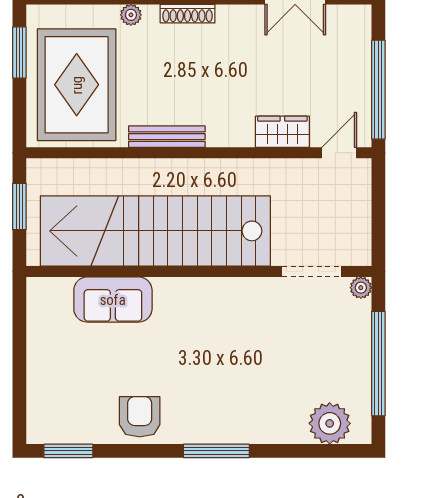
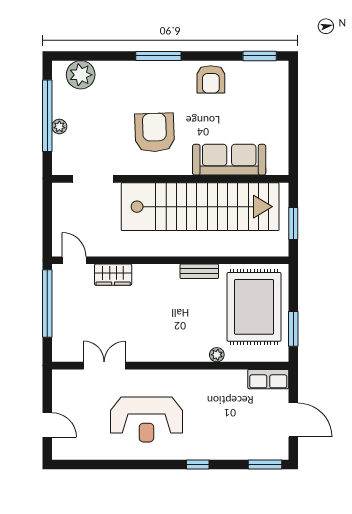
shoe rack: (188, 14) -> (178, 356), removed
bench: (167, 137) -> (199, 271), width x0.73
door: (339, 153) -> (74, 260), swing flipped
plant: (361, 288) -> (59, 126), moved
sofa: (113, 300) -> (229, 160), width x1.36
armchair: (222, 339) -> (155, 132), added

